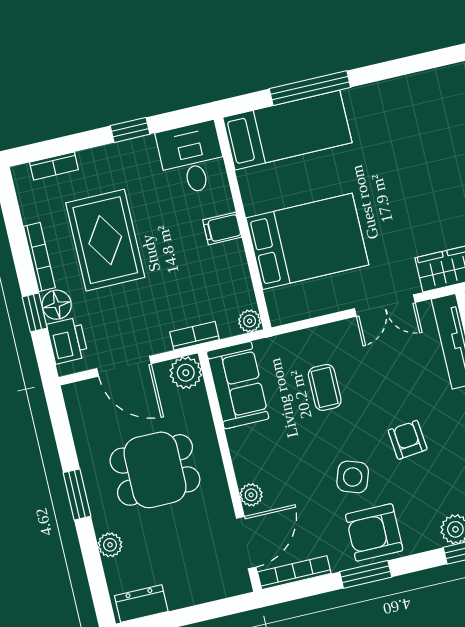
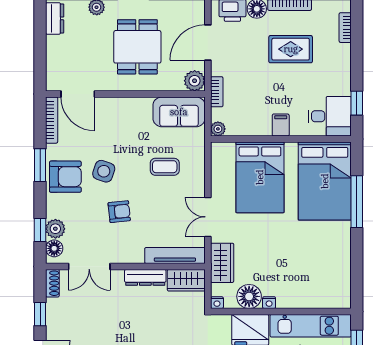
window: (130, 130) -> (357, 103), moved
bed: (287, 130) -> (325, 181), width x1.50
rug: (105, 240) -> (291, 49), width x0.73, depth x0.70
plant: (251, 495) -> (107, 104), removed
armchair: (374, 532) -> (65, 177), turned 90

